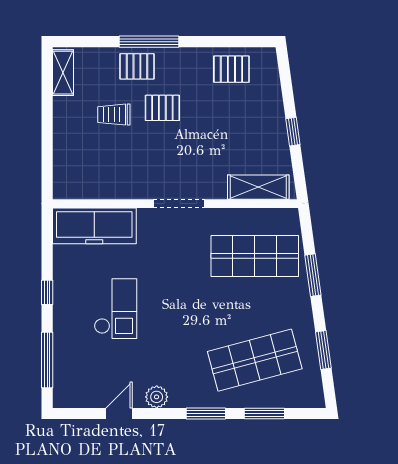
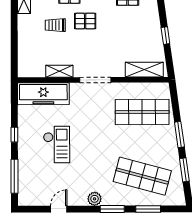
shelving: (120, 189) -> (59, 71), added
window: (313, 275) -> (179, 135), moved
shop shelf: (255, 360) -> (142, 176), turned 30
plant: (157, 397) -> (95, 199), moved

